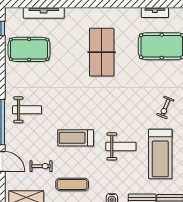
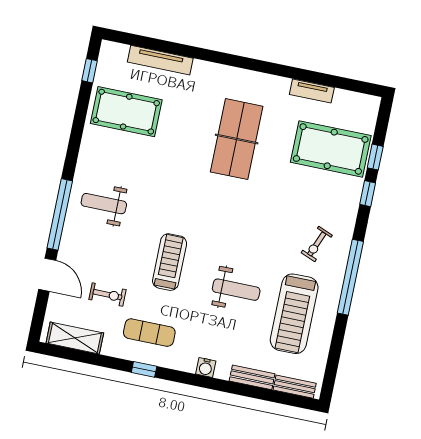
tv unit: (155, 12) -> (312, 91), moved
weight bench: (27, 110) -> (104, 204), turned 180
treadmill: (76, 138) -> (170, 262), turned 90

